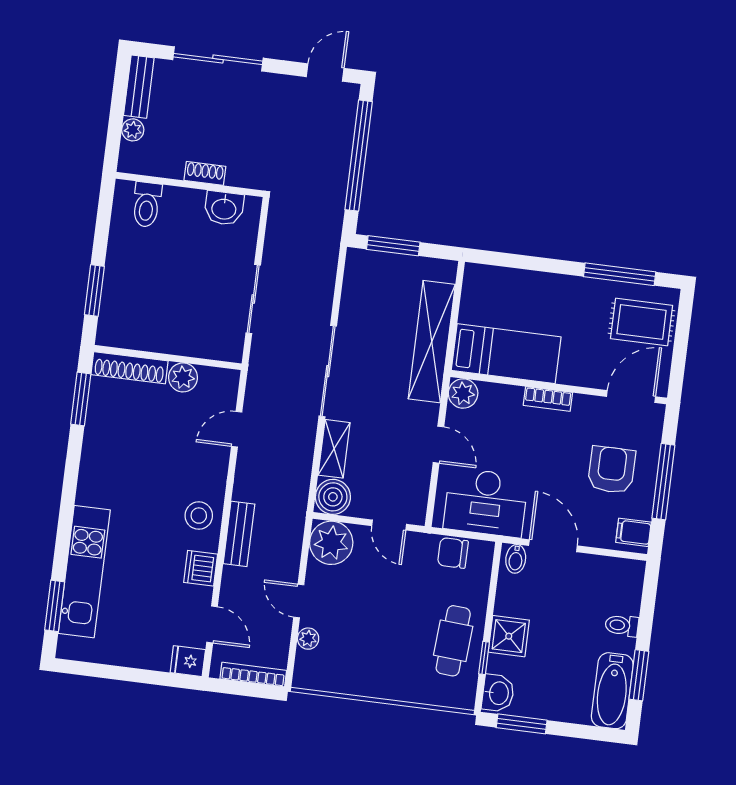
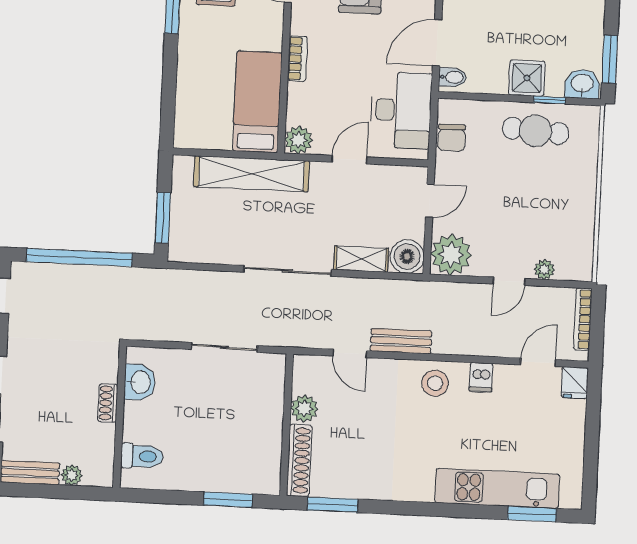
bench: (239, 534) -> (401, 341), moved
dishwasher: (201, 568) -> (481, 377), width x0.73

